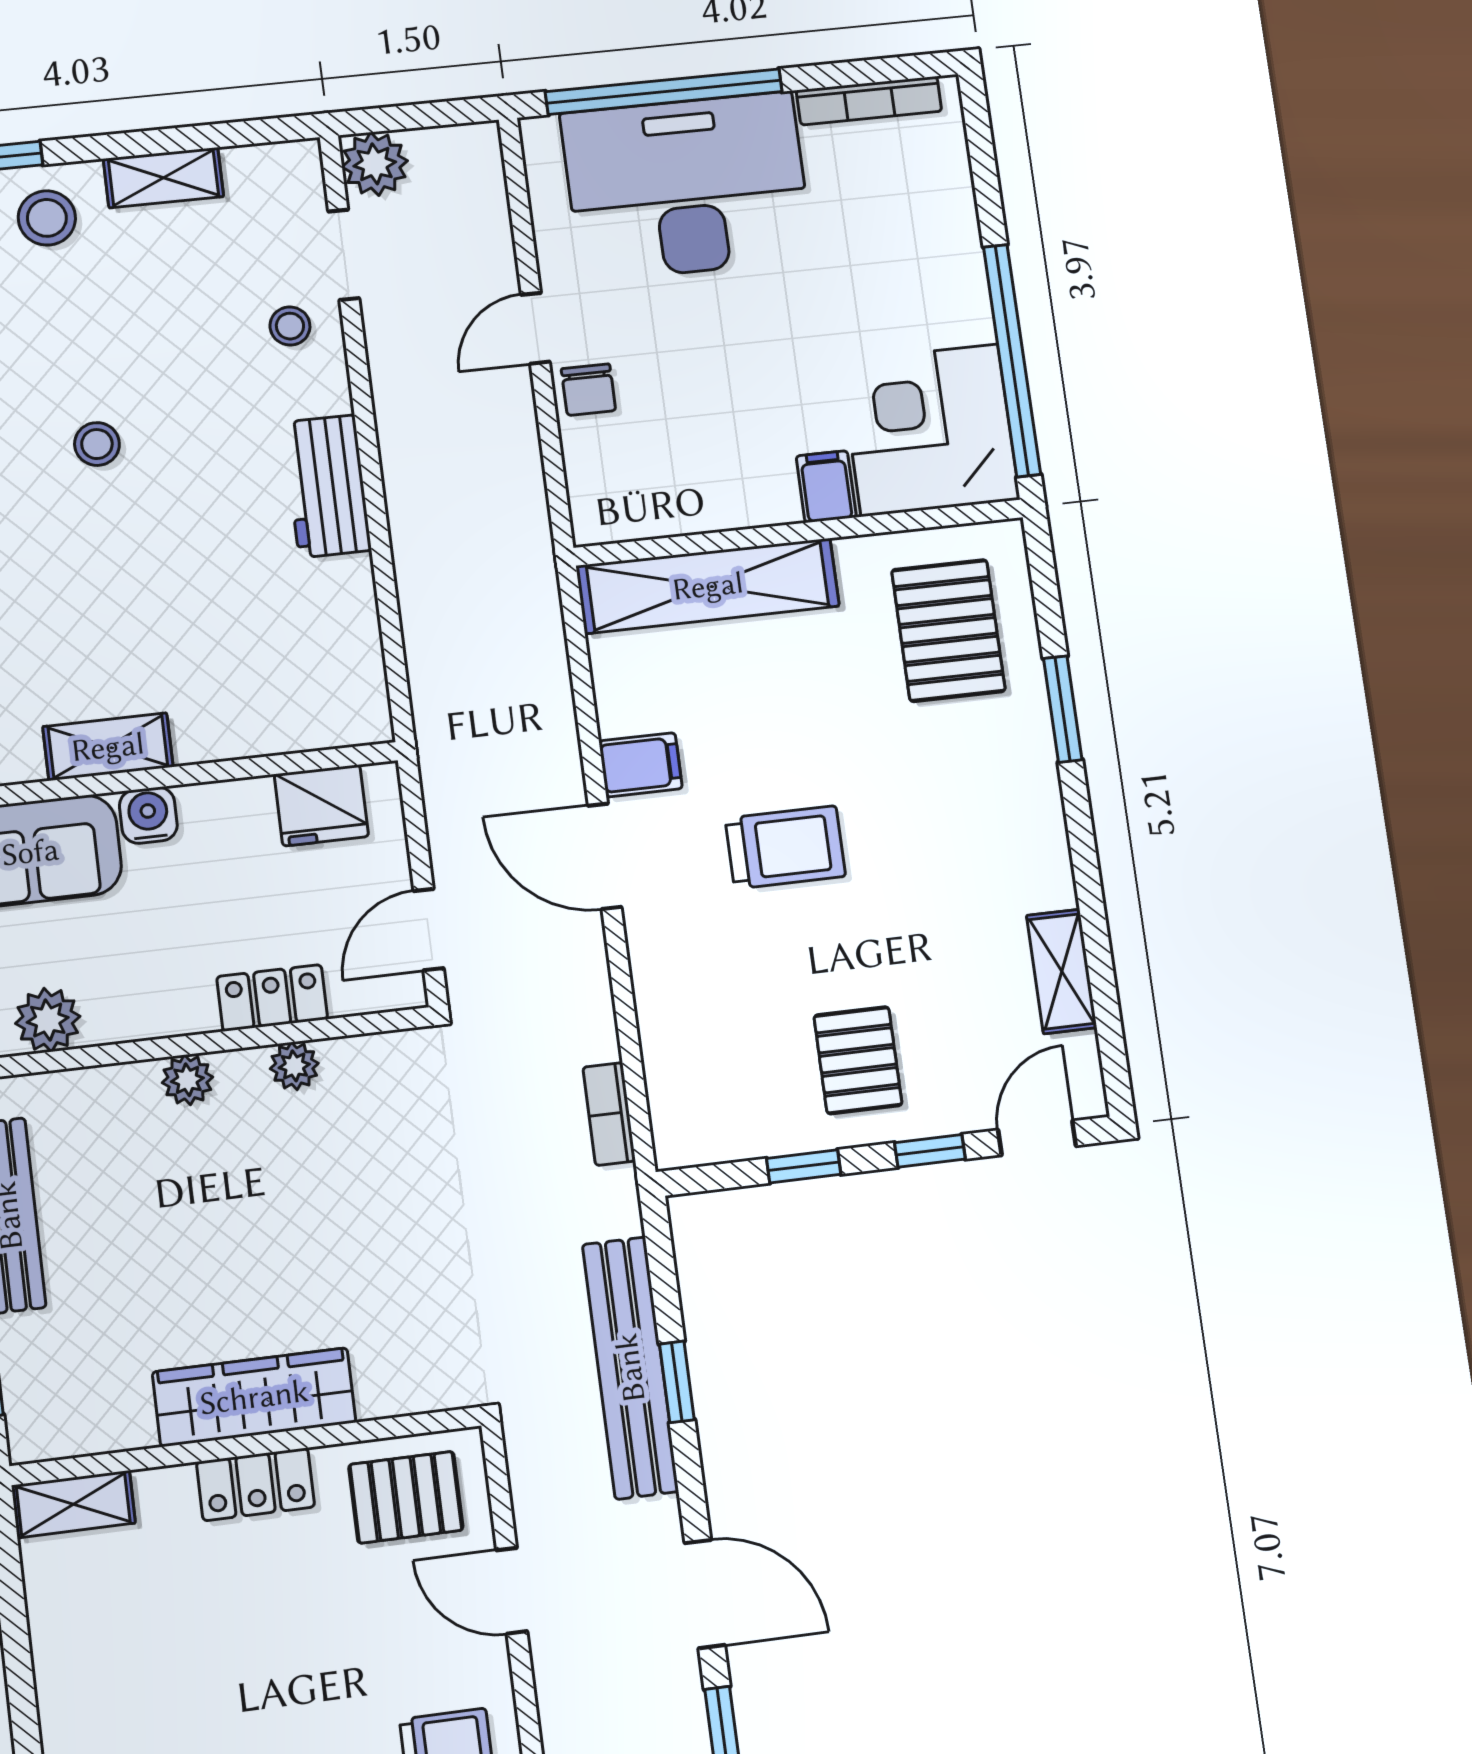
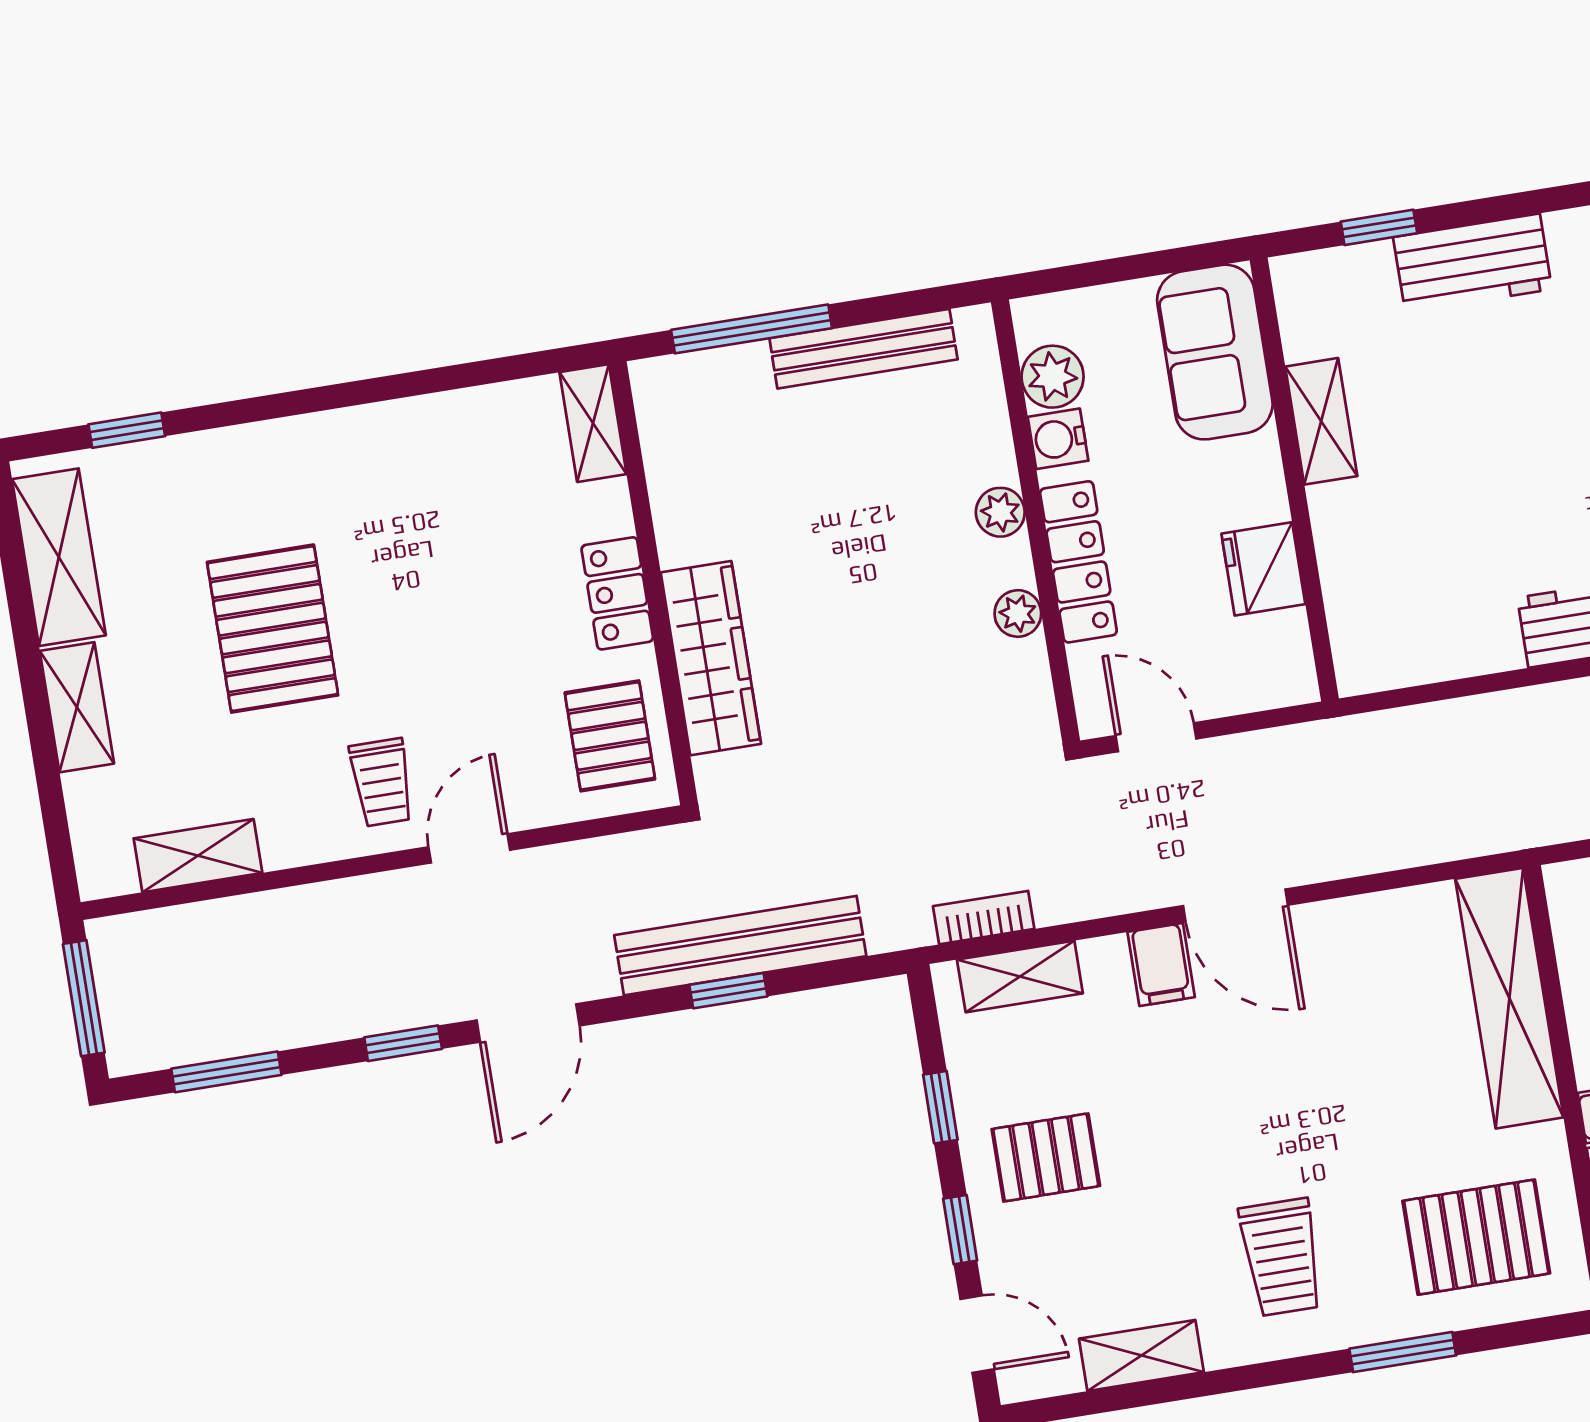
filing cabinet: (641, 765) -> (1161, 965), moved
fridge: (321, 805) -> (1263, 569), moved
water cooler: (148, 815) -> (1058, 439), moved, turned 180
trolley: (785, 847) -> (1281, 1257), moved
door: (605, 856) -> (1235, 905), swing flipped
locker: (272, 998) -> (1078, 562), width x1.53
shelving: (671, 1079) -> (1020, 976), added
wardrobe: (254, 1397) -> (711, 658), moved
door: (512, 1591) -> (469, 848), moved

